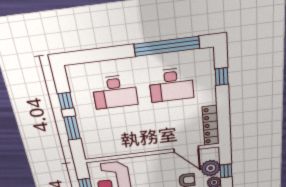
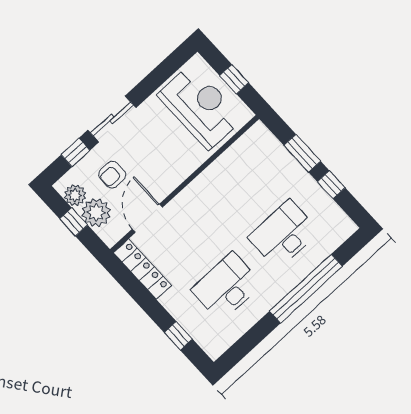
window: (167, 46) -> (306, 289), moved
door: (186, 149) -> (147, 218), hinge flipped

